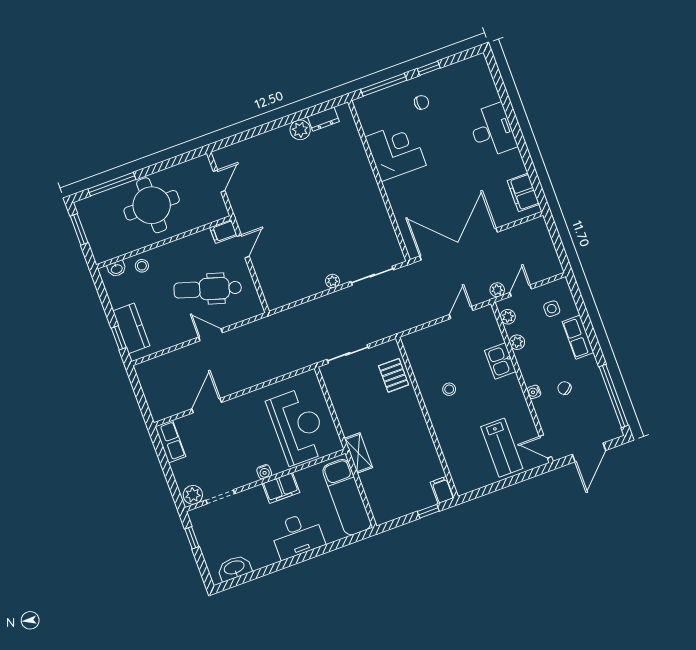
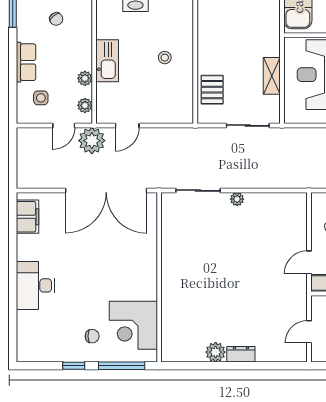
chair: (422, 102) -> (92, 336), turned 180
dresser: (323, 119) -> (241, 354), moved
corner desk: (396, 151) -> (133, 325), moved
plant: (497, 290) -> (92, 141), width x1.87, depth x1.87
kitchen sink: (500, 361) -> (107, 61), width x1.38
water cooler: (534, 392) -> (86, 26), removed
shelving: (358, 453) -> (272, 76), moved

